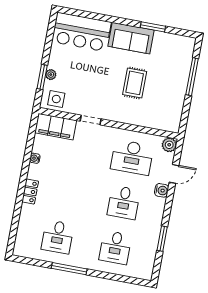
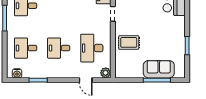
sofa: (131, 38) -> (159, 69), moved, turned 90
rug: (135, 83) -> (129, 42), moved
water cooler: (162, 190) -> (17, 73), moved

